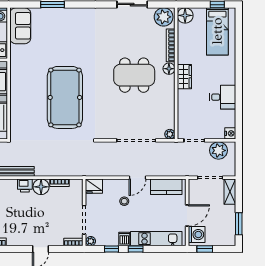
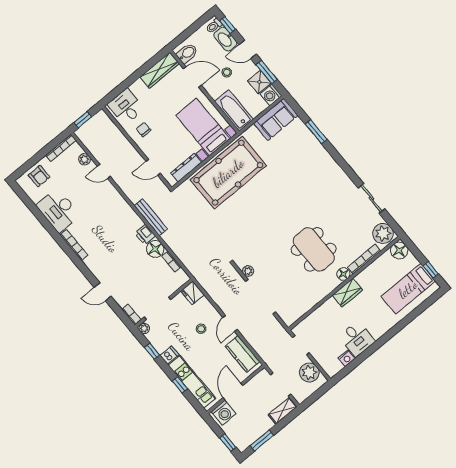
pool table: (65, 97) -> (228, 173), moved
nightstand: (230, 133) -> (346, 358), moved
plant: (170, 134) -> (248, 271), moved
door: (138, 178) -> (230, 324), hinge flipped
door: (187, 215) -> (233, 392), swing flipped
window: (136, 249) -> (180, 385), moved
window: (205, 249) -> (228, 443), moved

